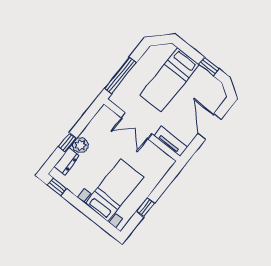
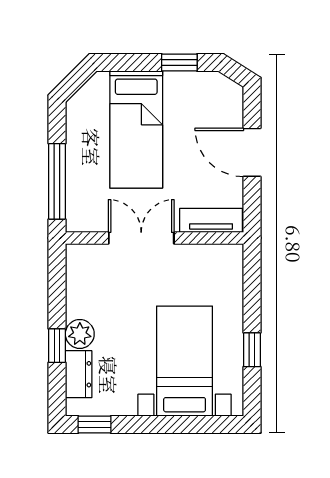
double door: (137, 126) -> (141, 238), swing flipped

